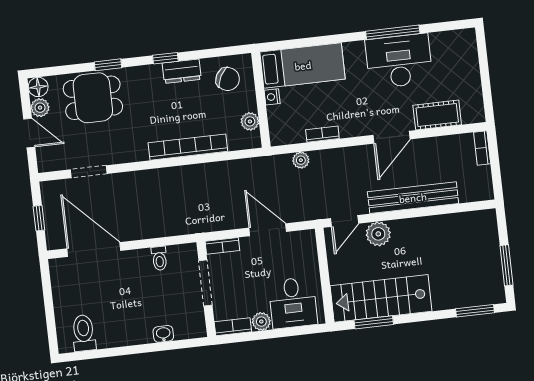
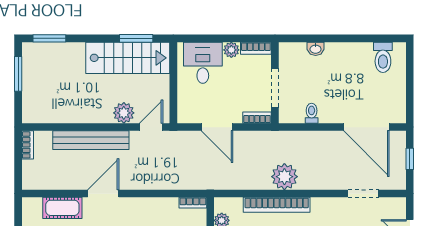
bookcase: (322, 134) -> (193, 203), moved
bookcase: (482, 148) -> (28, 145), moved
plant: (301, 160) -> (284, 177), moved, width x1.88, depth x1.88

